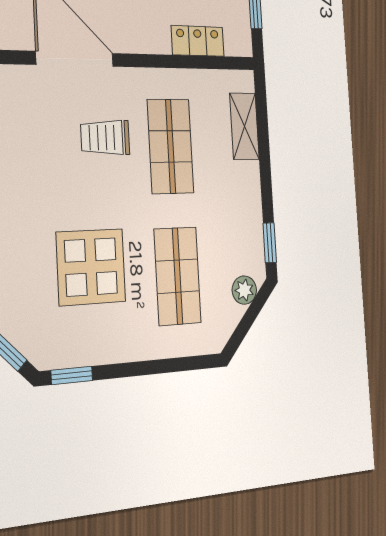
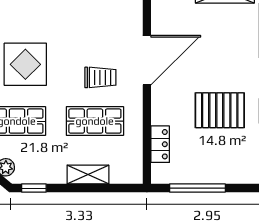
shelving: (244, 126) -> (88, 175), moved
trolley: (105, 138) -> (100, 77), turned 90

